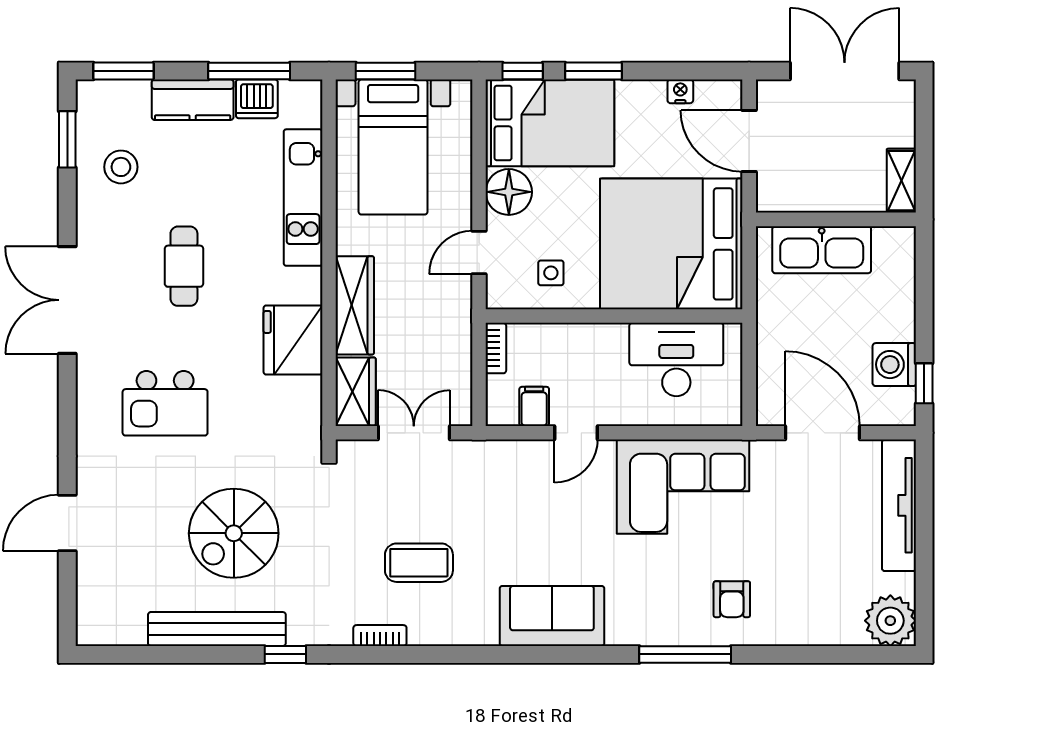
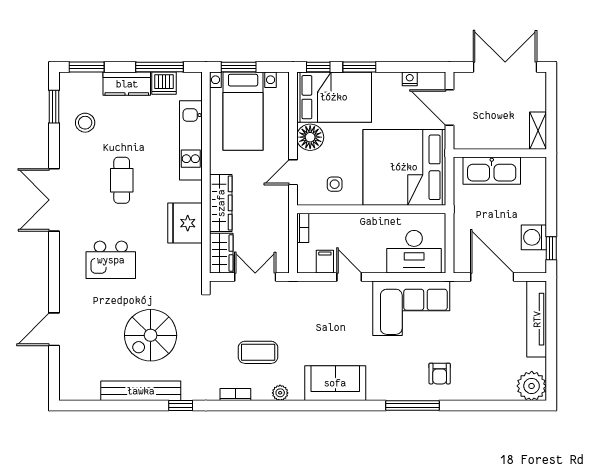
desk: (676, 360) -> (414, 252), moved, turned 180
door: (576, 433) -> (349, 277), swing flipped
plant: (457, 633) -> (280, 393), added

